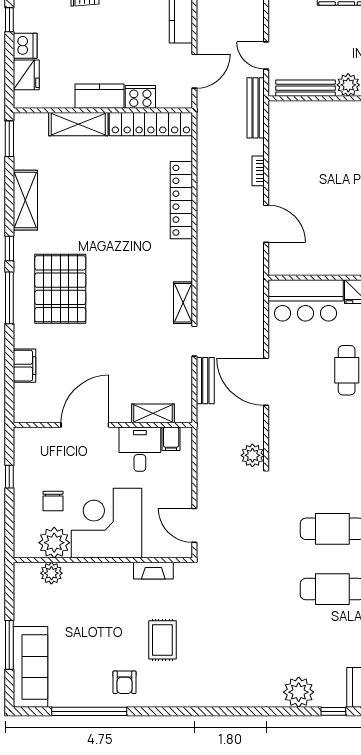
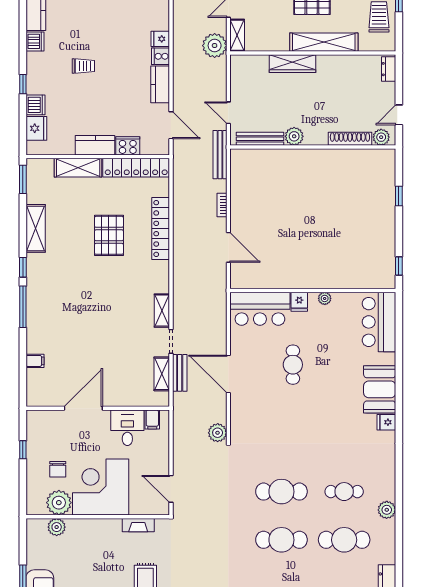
door: (194, 71) -> (171, 125), hinge flipped
pallet: (60, 289) -> (109, 235), moved, width x0.73, depth x0.71
filing cabinet: (24, 366) -> (35, 361), width x0.50
shelving: (153, 413) -> (162, 374), moved, turned 90

